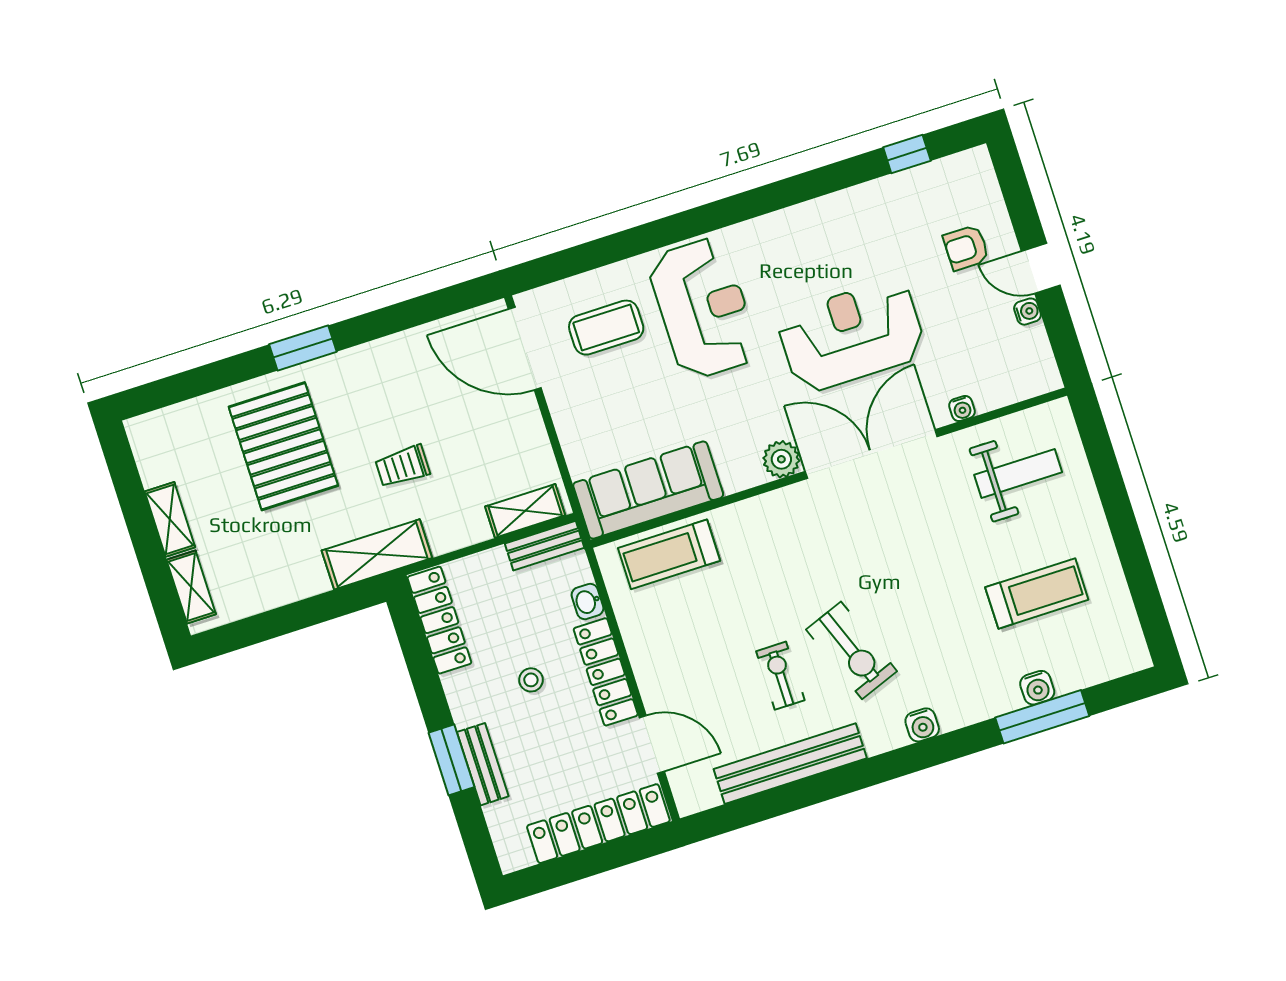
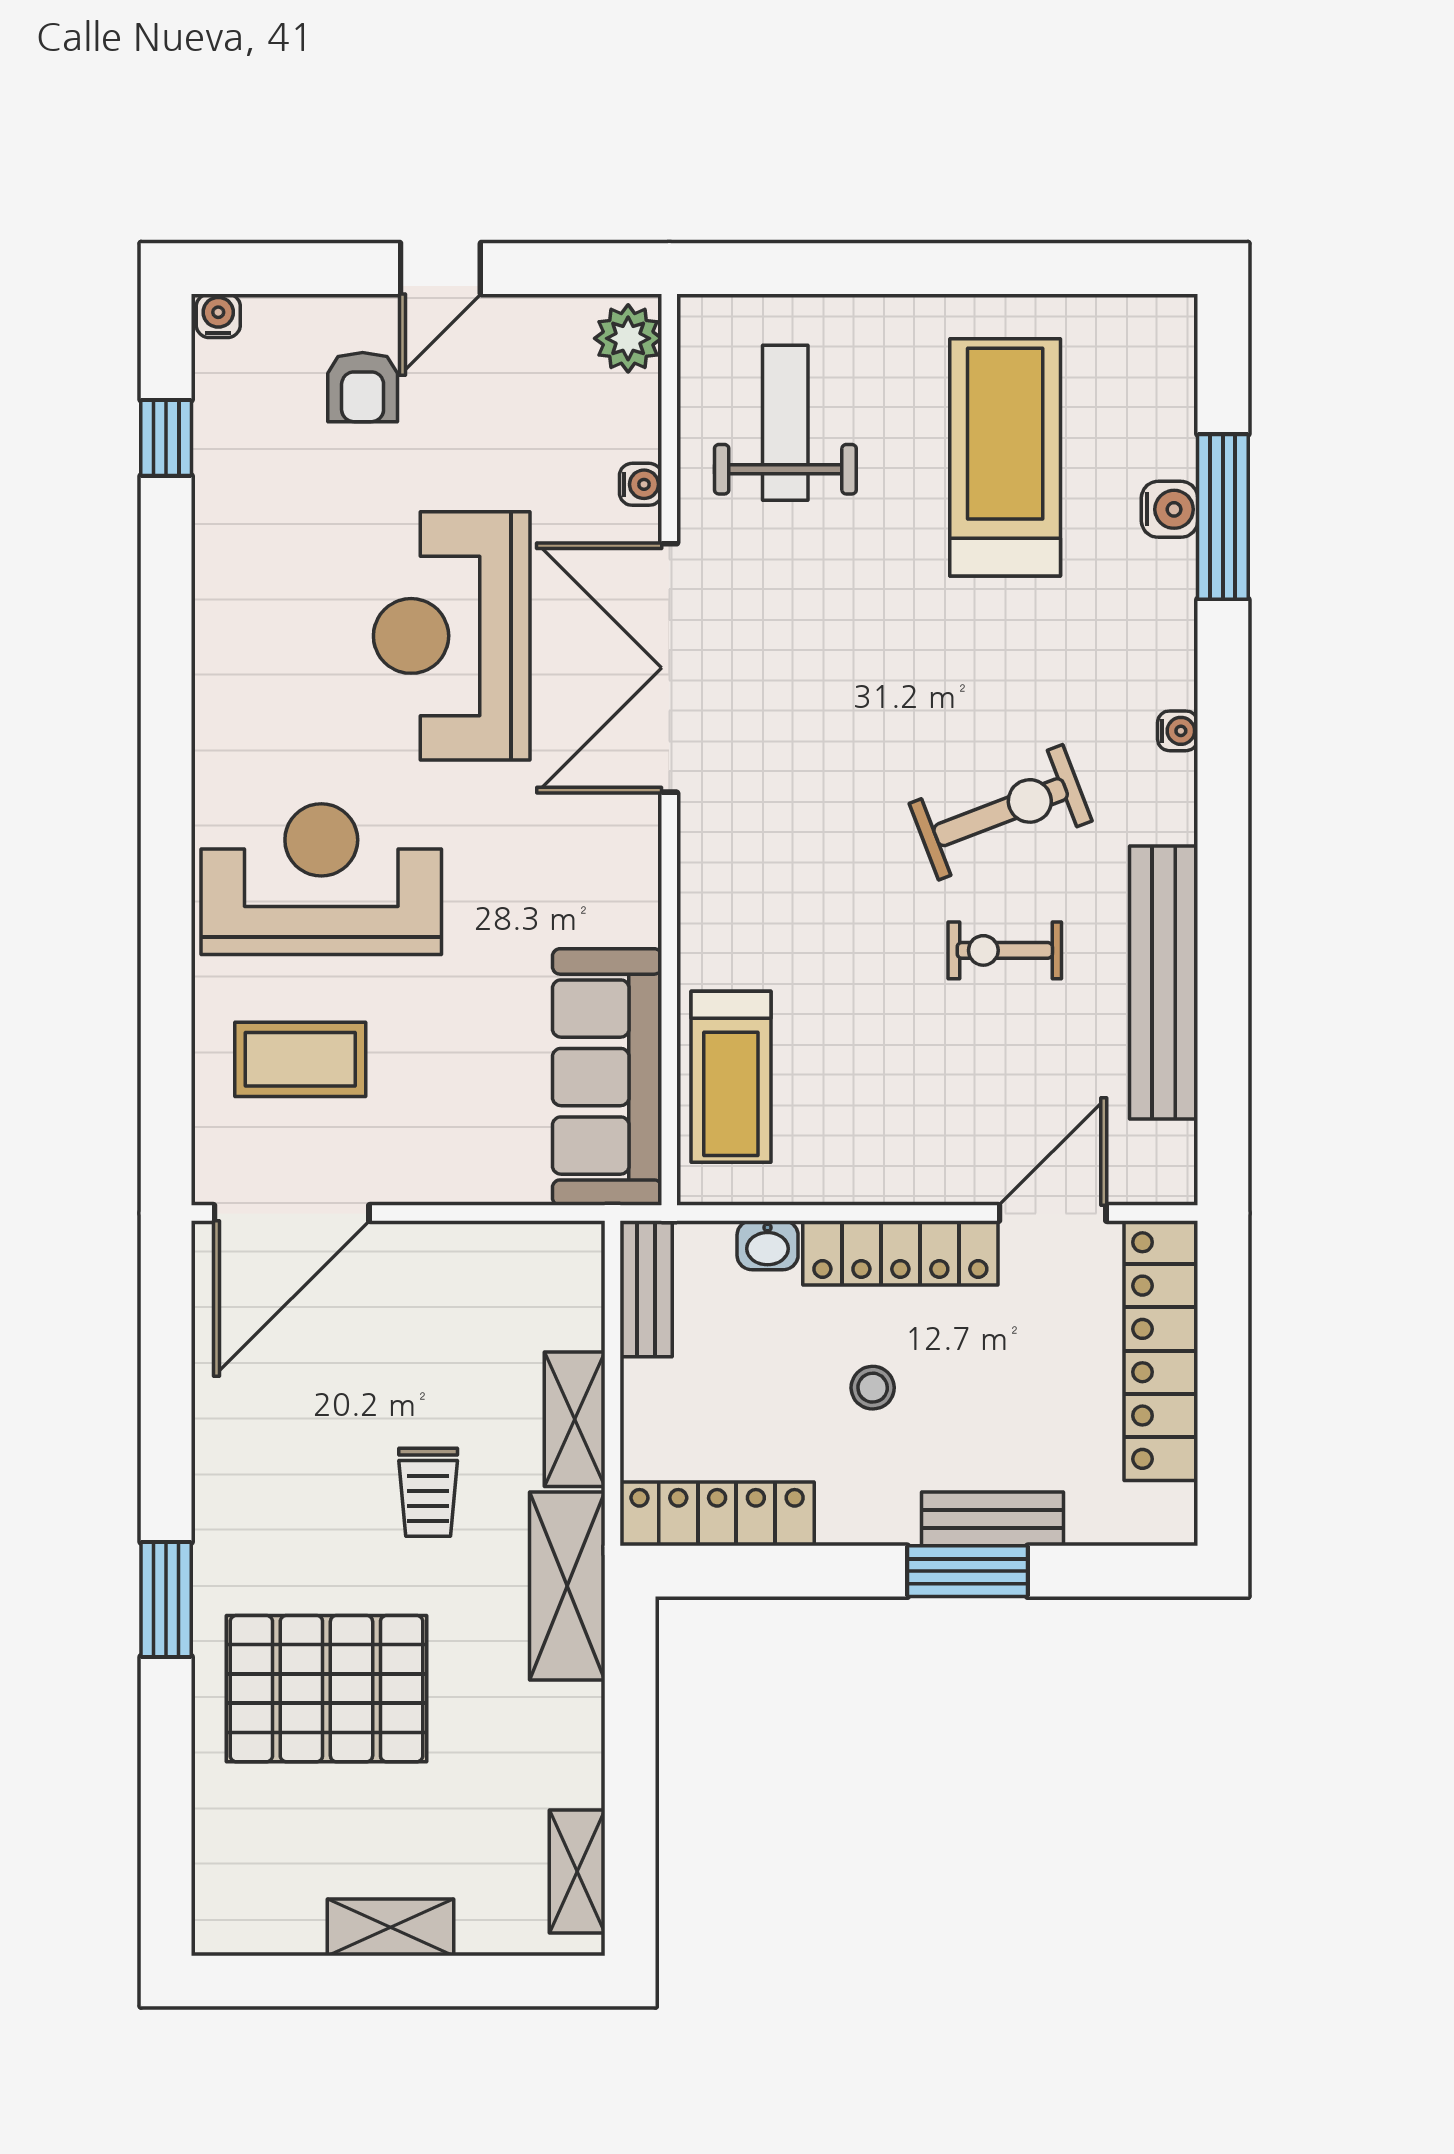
water cooler: (1027, 312) -> (218, 316), moved
coffee table: (606, 328) -> (300, 1059), turned 90
plant: (781, 459) -> (628, 338), moved
shelving: (525, 511) -> (575, 1419), moved
shelving: (191, 587) -> (577, 1871), moved, turned 90
treadmill: (1037, 594) -> (1005, 457), width x1.37, depth x1.38
water cooler: (922, 725) -> (1178, 731), width x0.72, depth x0.72

